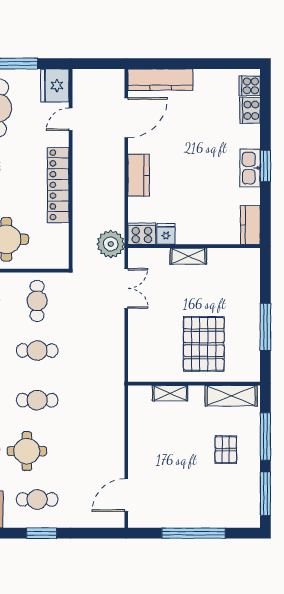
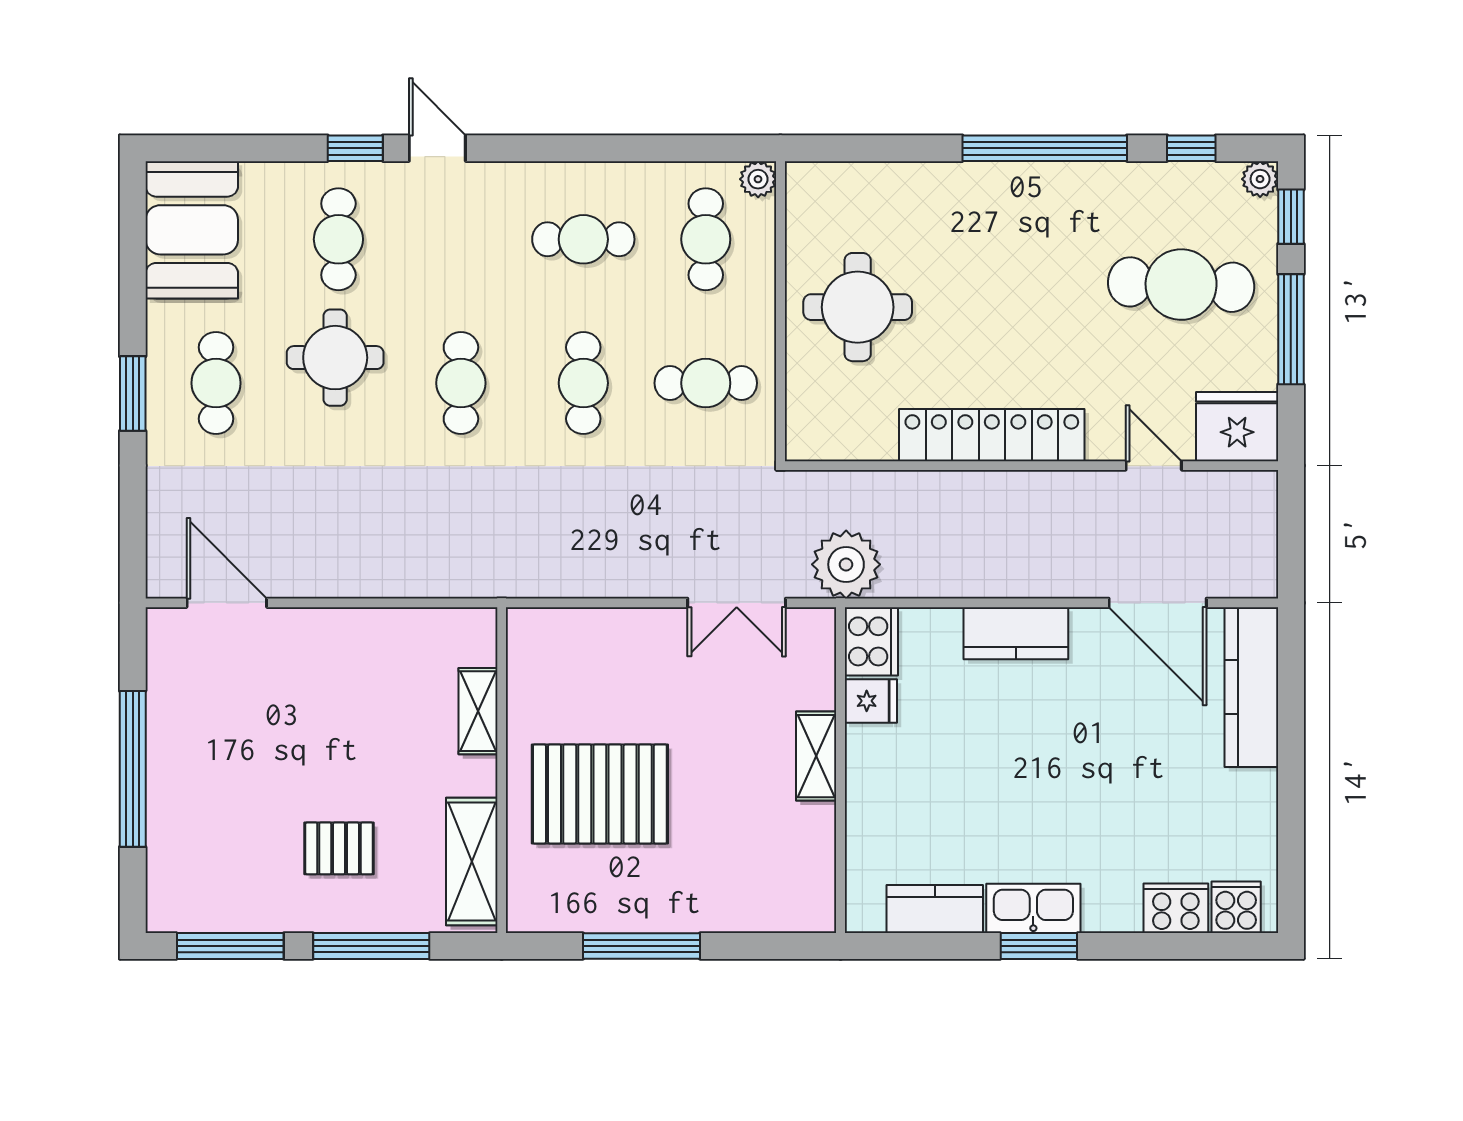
kitchen counter: (250, 225) -> (935, 909), moved

